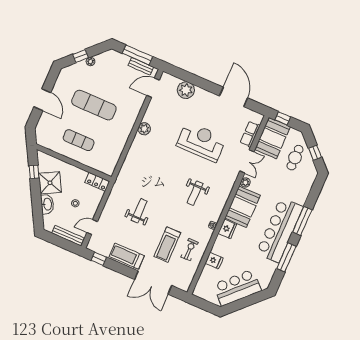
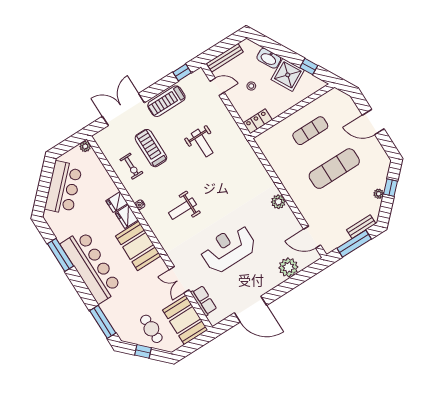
bench: (141, 66) -> (361, 227), moved
door: (153, 88) -> (312, 237), swing flipped
window: (283, 118) -> (197, 343), removed
reception desk: (201, 142) -> (228, 249), turned 180
plant: (245, 182) -> (85, 146), moved
weight bench: (195, 193) -> (182, 209), turned -90
window: (302, 221) -> (103, 322), moved
door: (92, 227) -> (217, 87), hinge flipped
treadmill: (127, 256) -> (166, 101), turned 180
fridge: (214, 261) -> (117, 202), moved

